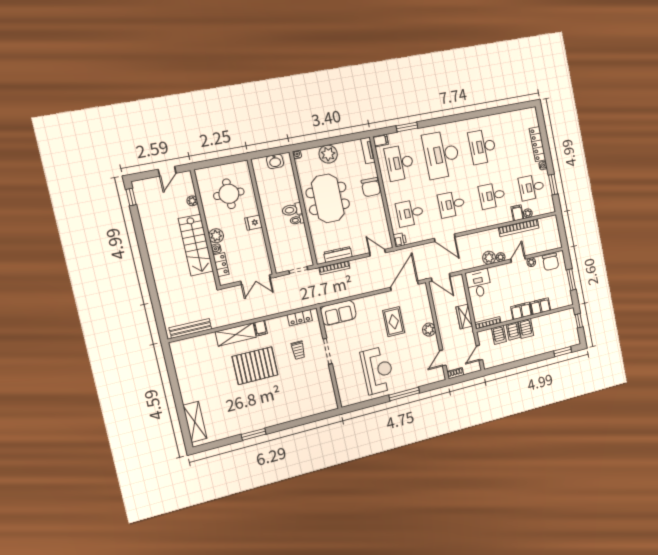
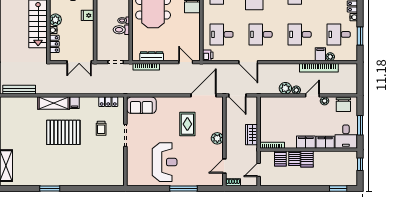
toilet: (292, 210) -> (121, 30), moved
desk: (479, 283) -> (346, 137), moved, turned 180

